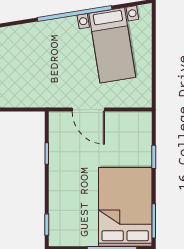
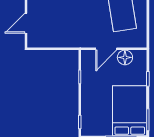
door: (88, 110) -> (106, 49), hinge flipped
floor lamp: (118, 123) -> (125, 57), added

